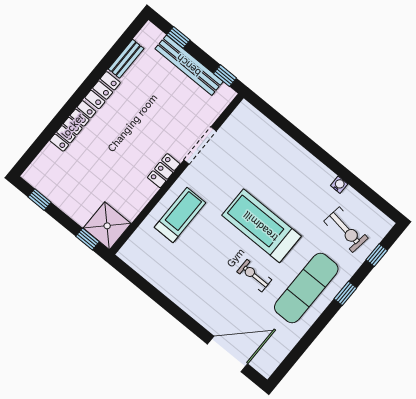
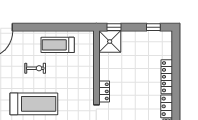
treadmill: (180, 215) -> (58, 45), moved, turned 90
exercise bike: (254, 276) -> (35, 68), moved

